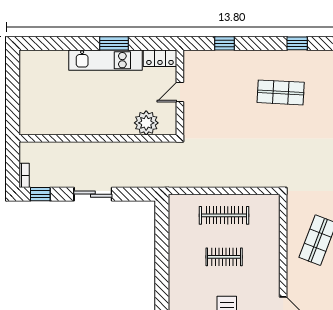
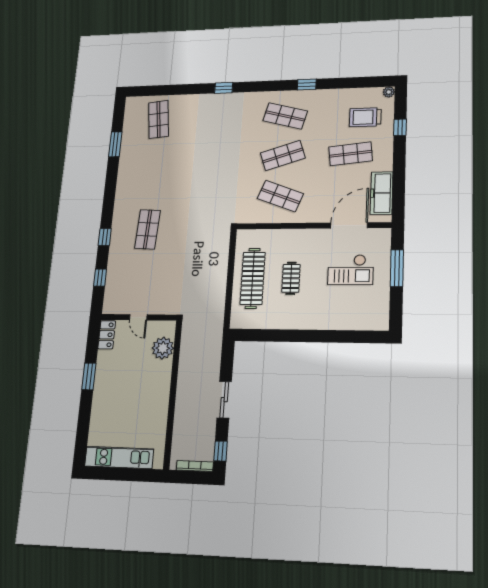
window: (297, 43) -> (105, 237), moved
kitchen unit: (106, 60) -> (119, 457), moved, turned -90
bookcase: (24, 175) -> (195, 466), width x1.56
clothes rail: (224, 215) -> (253, 278), width x1.37, depth x1.31

